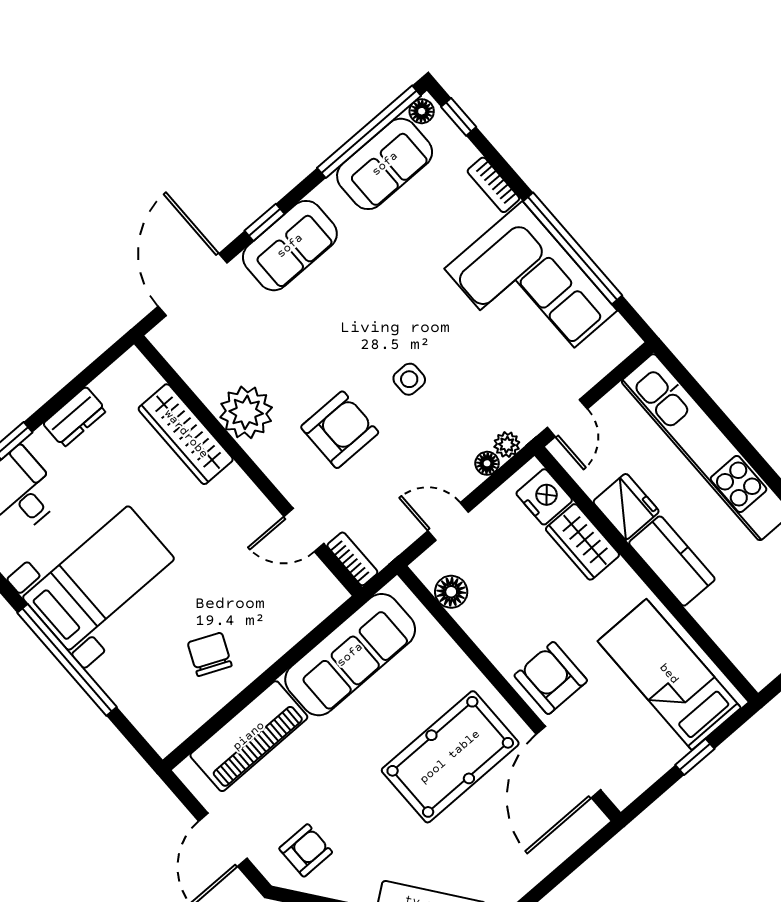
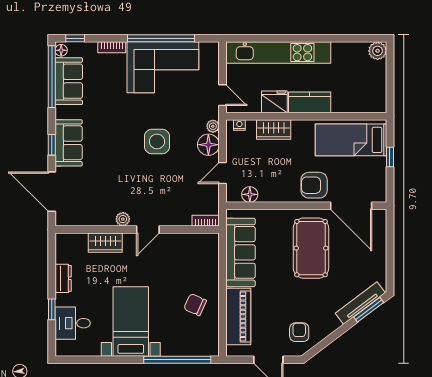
side table: (409, 379) -> (157, 141), width x1.87, depth x1.87
plant: (246, 412) -> (123, 219), width x0.53, depth x0.53
armchair: (340, 430) -> (153, 184), removed
wardrobe: (186, 434) -> (105, 243), width x0.67
floor lamp: (487, 463) -> (208, 145), width x1.89, depth x1.89
nightstand: (544, 497) -> (239, 125), width x0.53, depth x0.56
door: (304, 530) -> (148, 229), moved
window: (67, 660) -> (177, 360), moved

